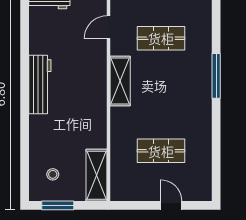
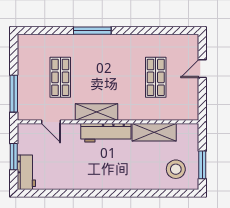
workbench: (40, 84) -> (106, 133), moved, turned 180
stool: (53, 174) -> (176, 169), width x1.89, depth x1.89
shelving: (96, 175) -> (154, 132), moved

